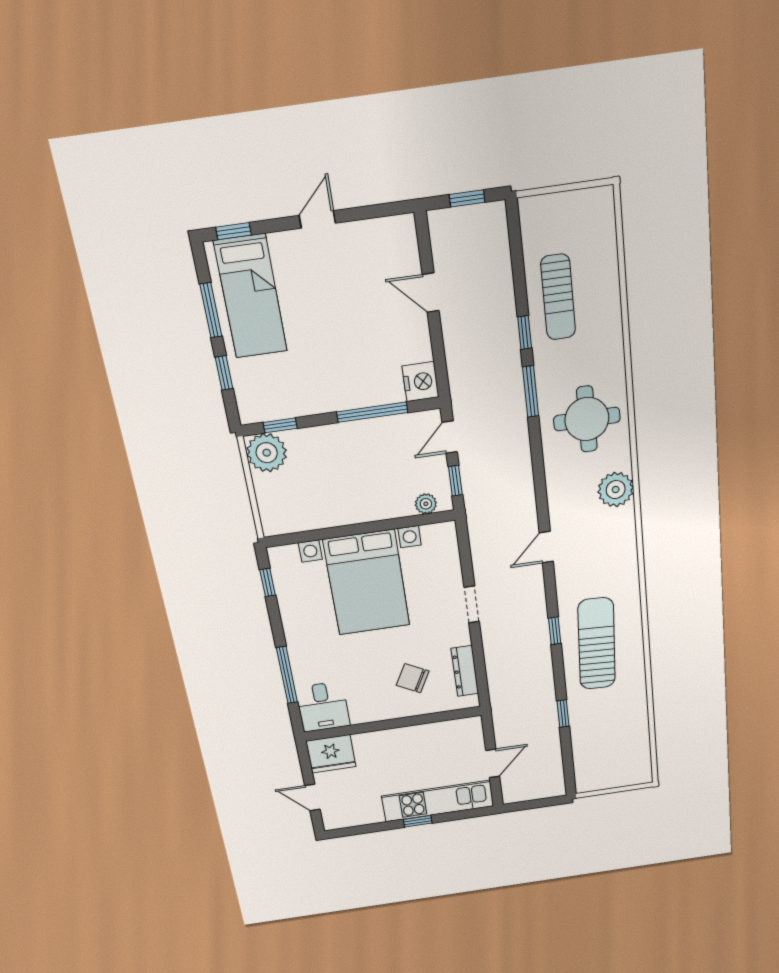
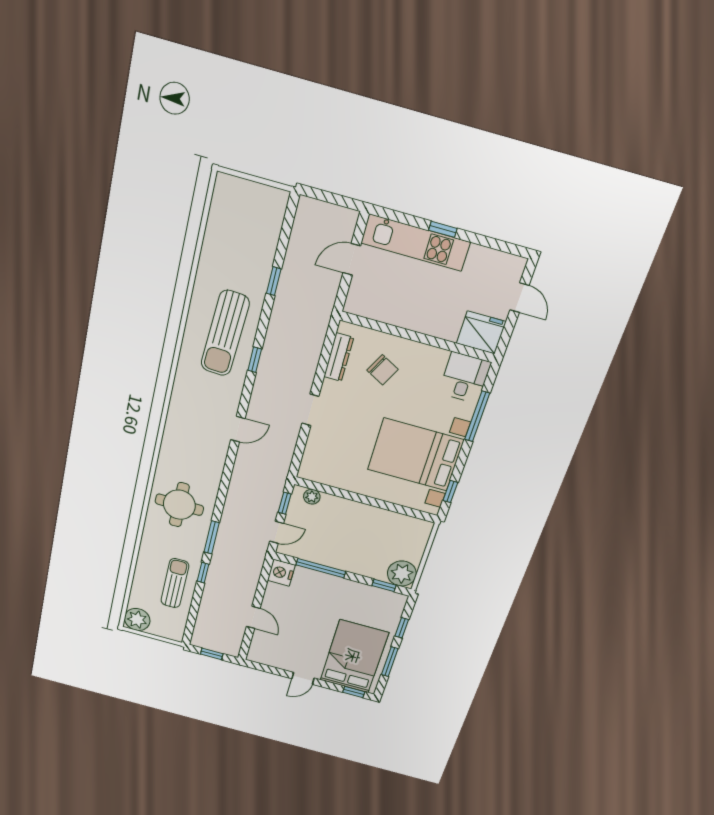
bed: (251, 297) -> (354, 656), width x1.50
plant: (616, 490) -> (137, 619), moved
bed with nightstands: (367, 583) -> (416, 455), moved, turned -90

